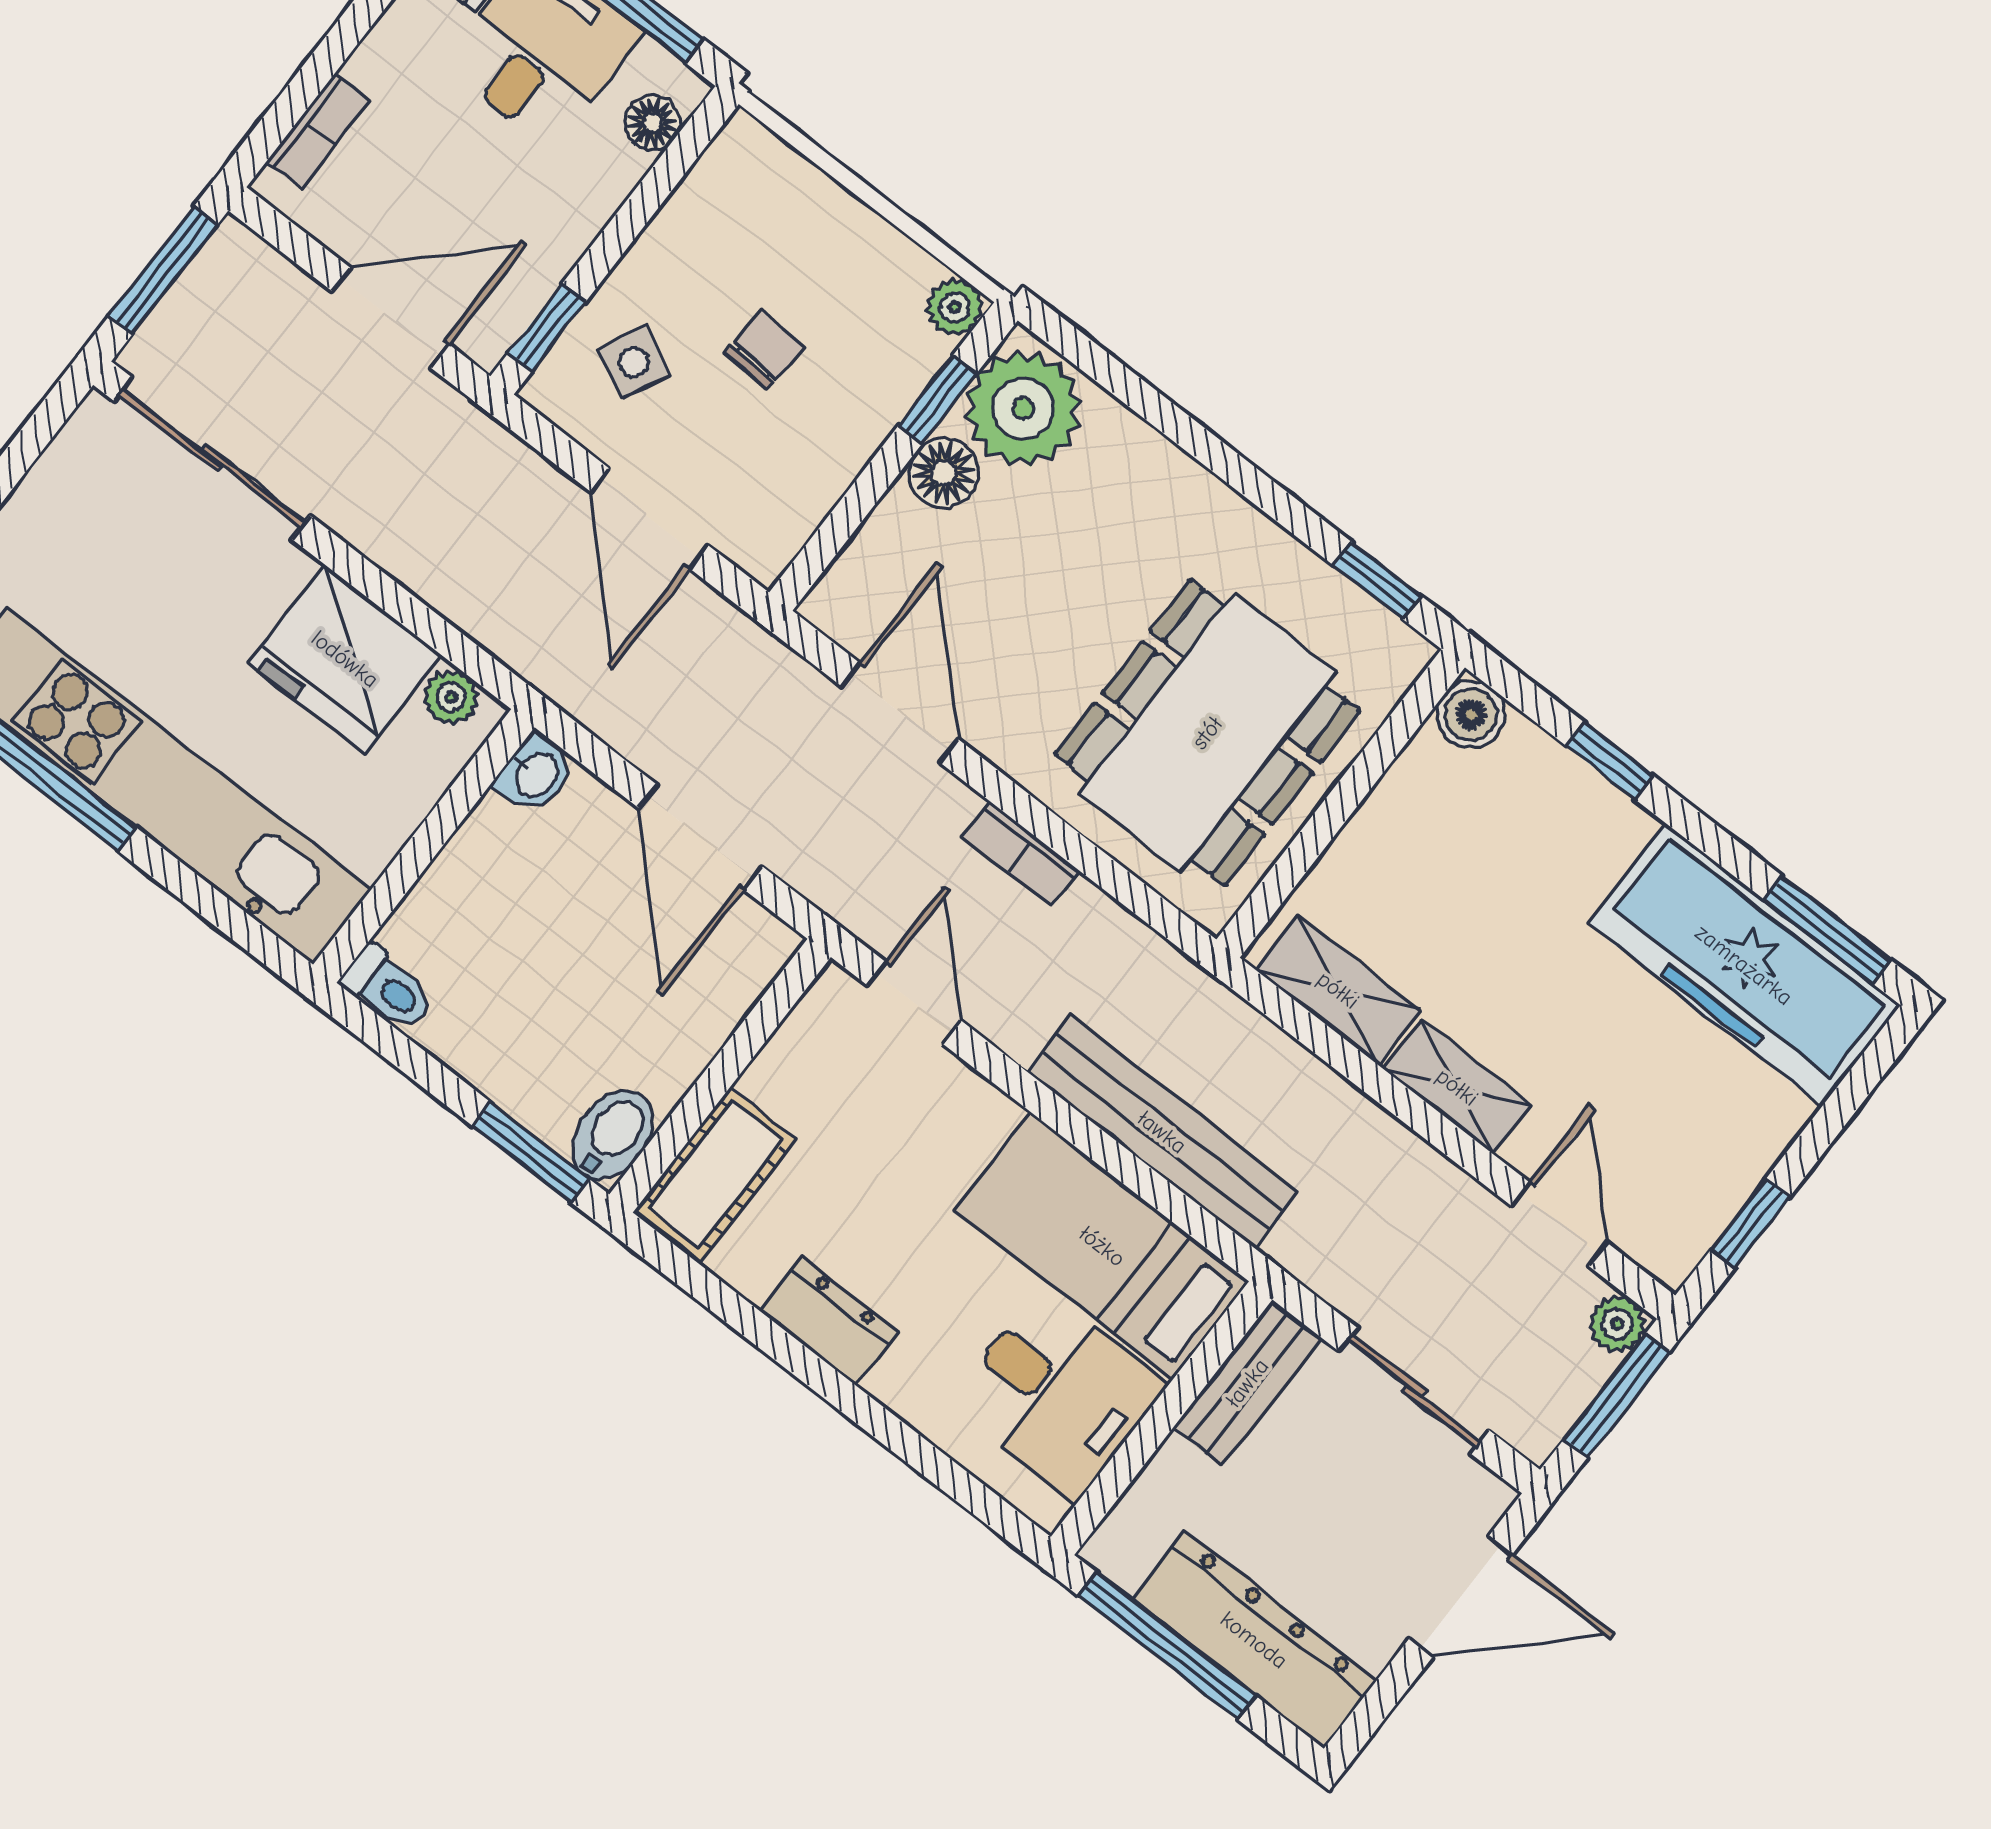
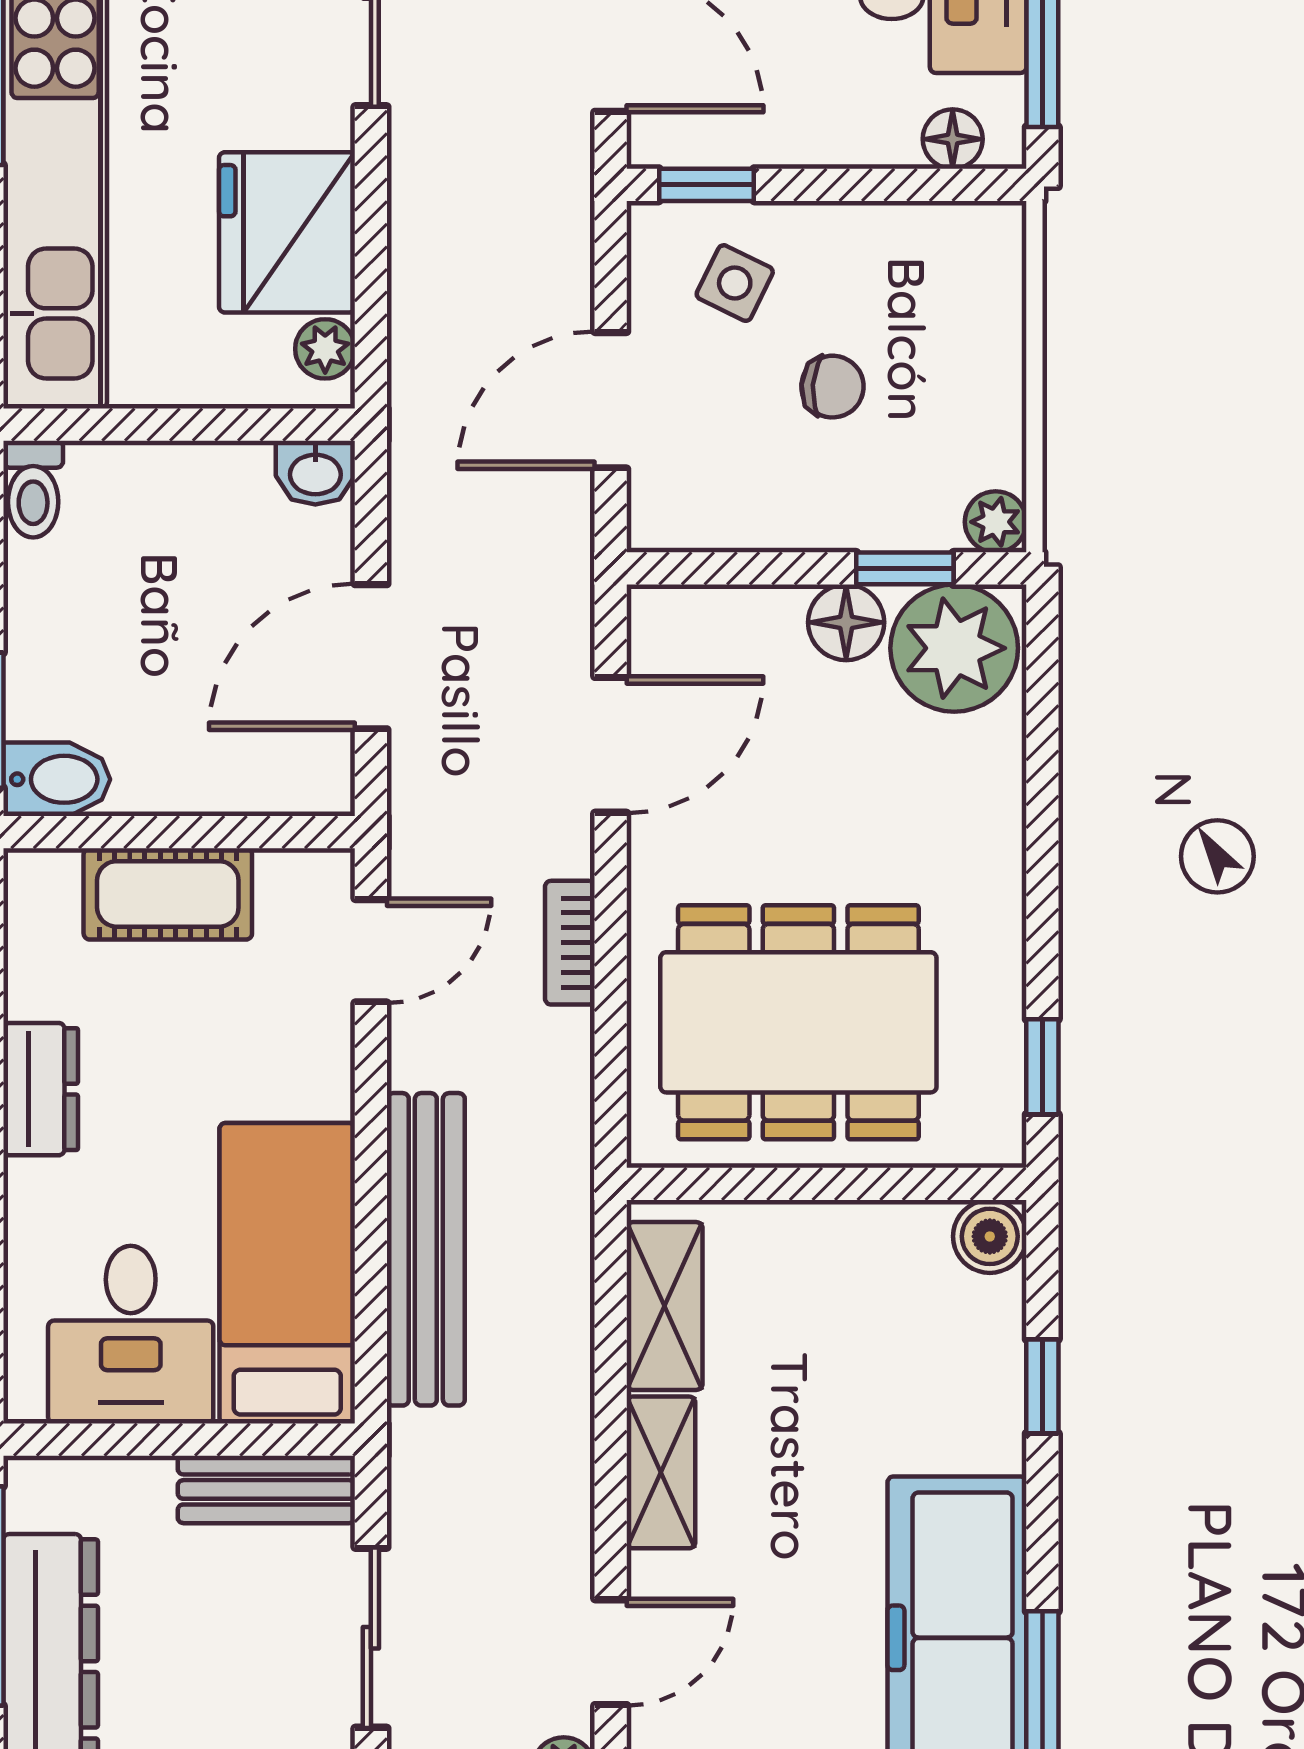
cot: (716, 1174) -> (168, 894), moved

